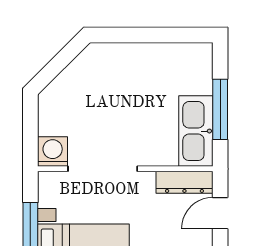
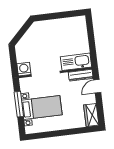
window: (220, 109) -> (92, 43), removed
kitchen sink: (196, 131) -> (76, 62), moved, turned 90

